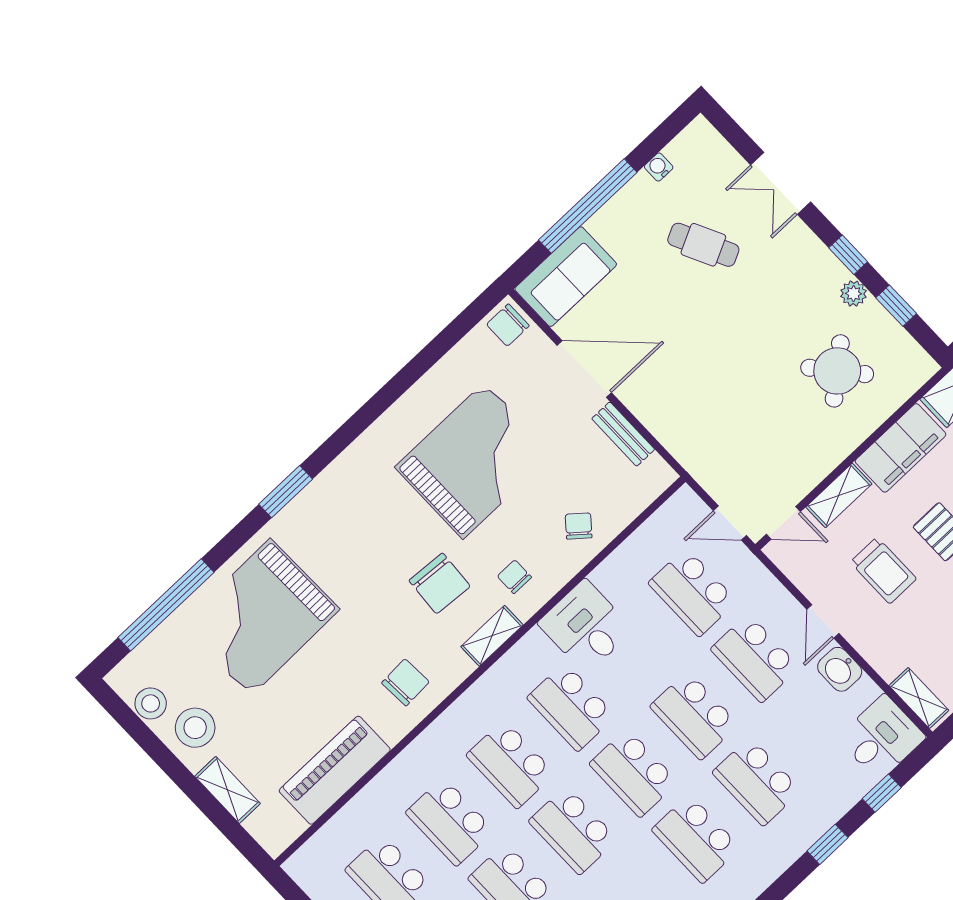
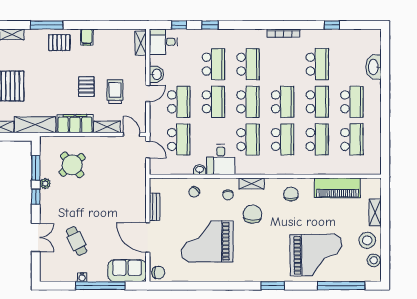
water cooler: (659, 167) -> (82, 277), moved
window: (896, 306) -> (36, 168), width x1.50
washbasin: (606, 574) -> (200, 170), added
chair: (405, 682) -> (291, 194), turned 93

